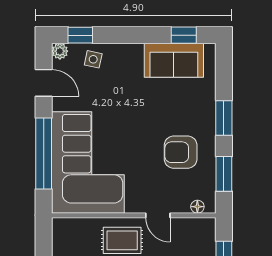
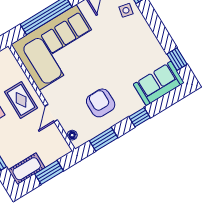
sofa: (174, 60) -> (159, 83), moved, turned 90
window: (224, 118) -> (139, 117), width x0.67

